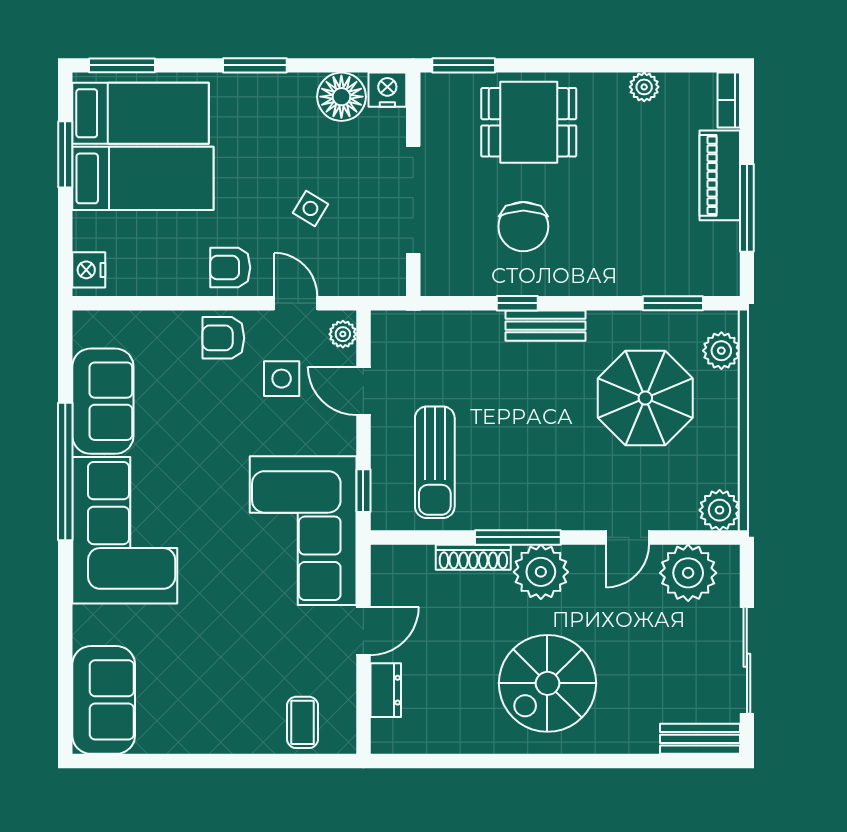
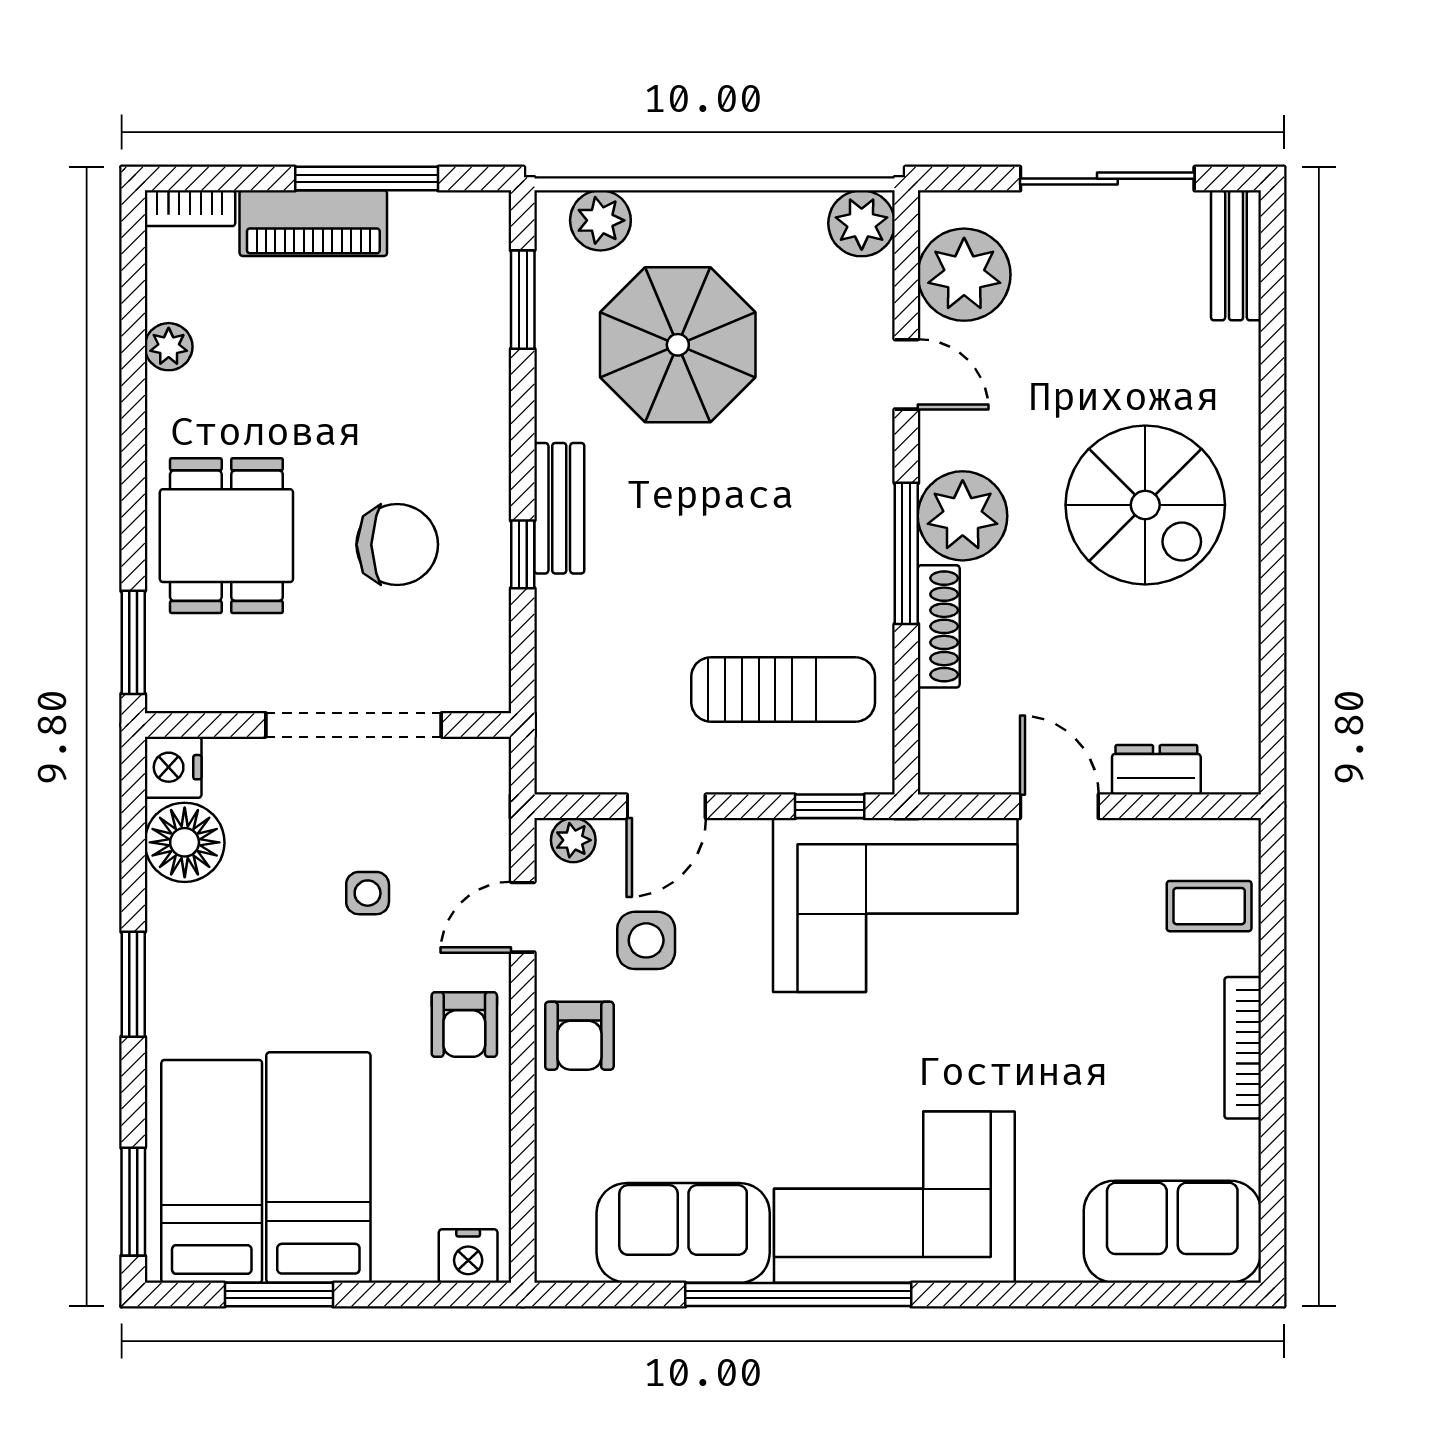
side table: (310, 208) -> (368, 893), turned -31
bookcase: (216, 743) -> (1243, 1048), added

